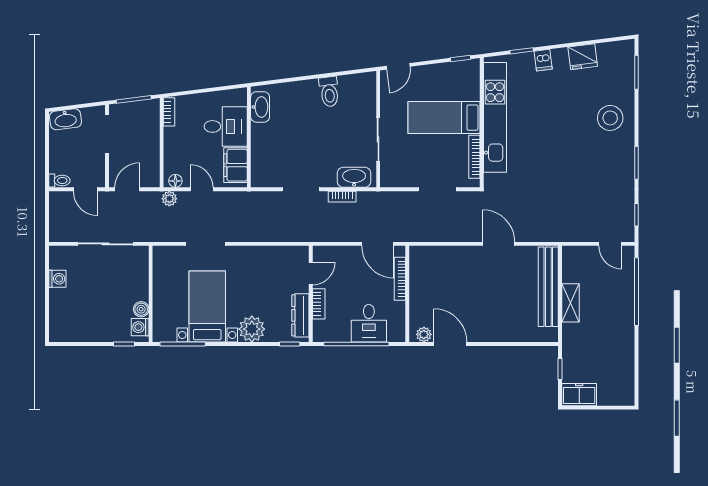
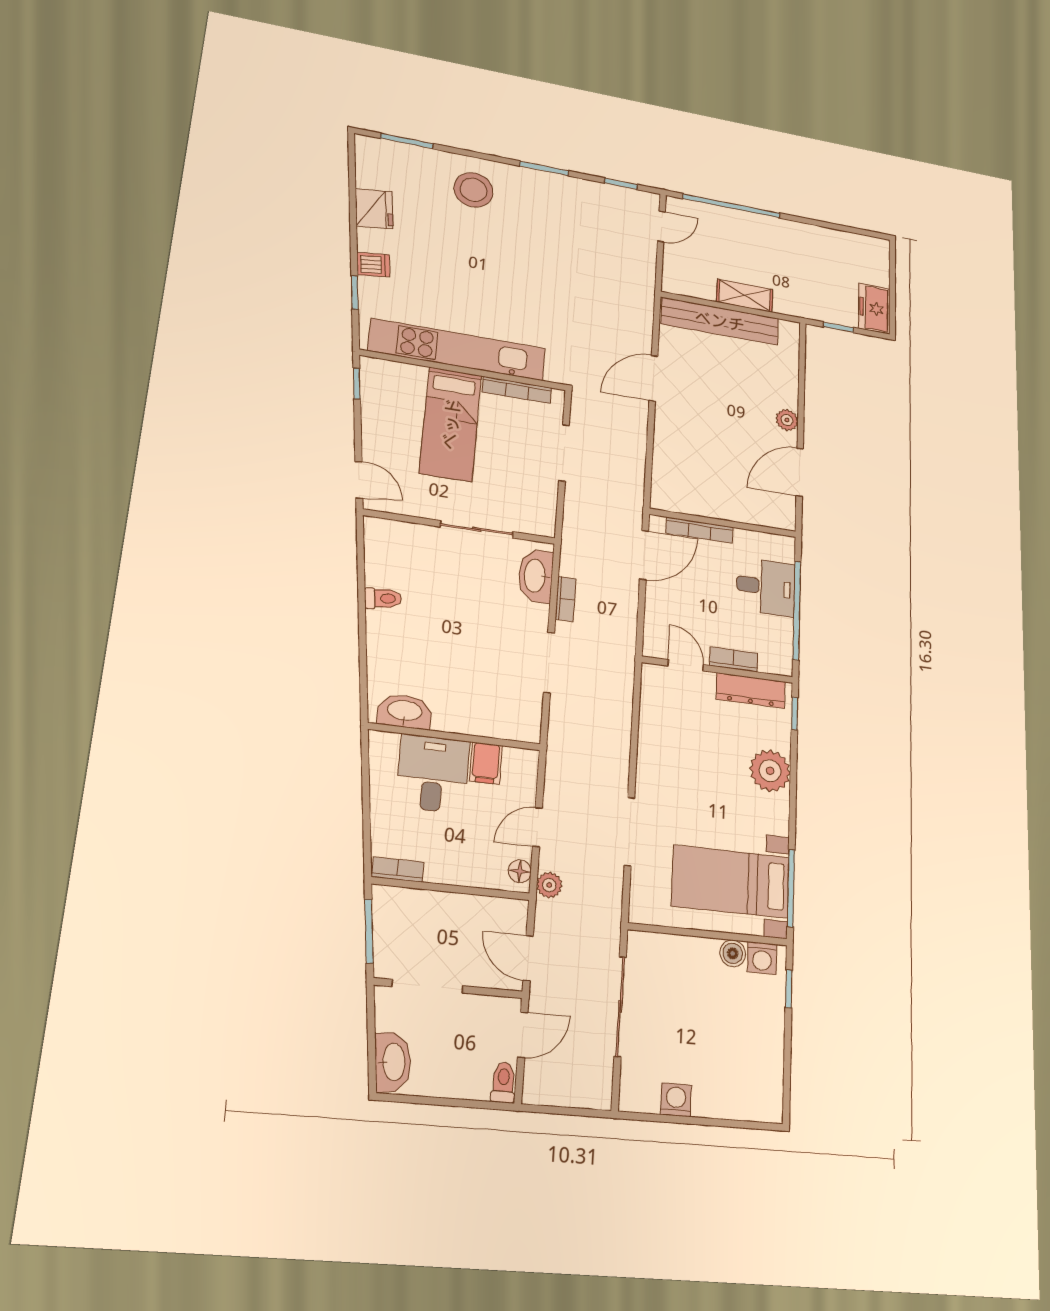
toilet: (329, 92) -> (383, 598), width x0.73, depth x0.72
filing cabinet: (236, 165) -> (486, 763), width x0.50
bed with nightstands: (207, 307) -> (731, 882), moved
plant: (424, 334) -> (787, 420), moved

